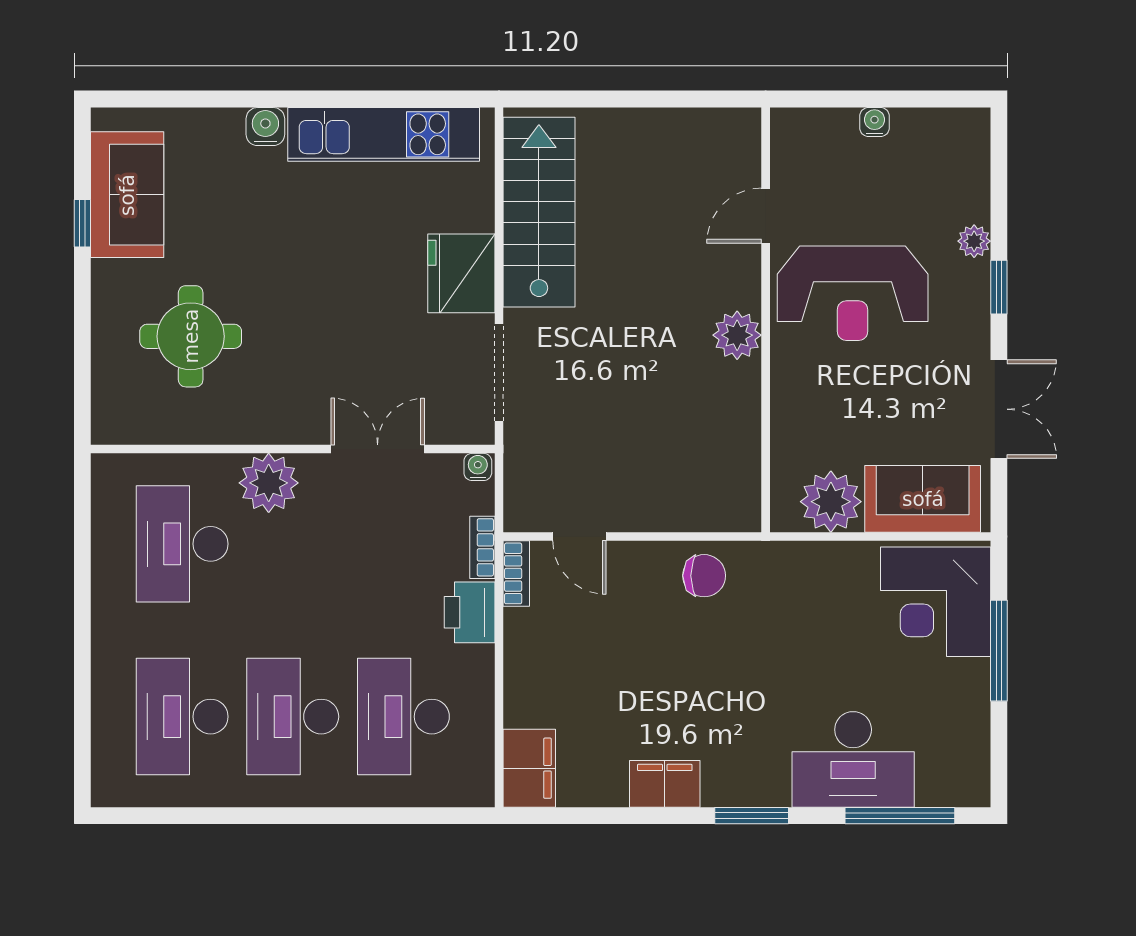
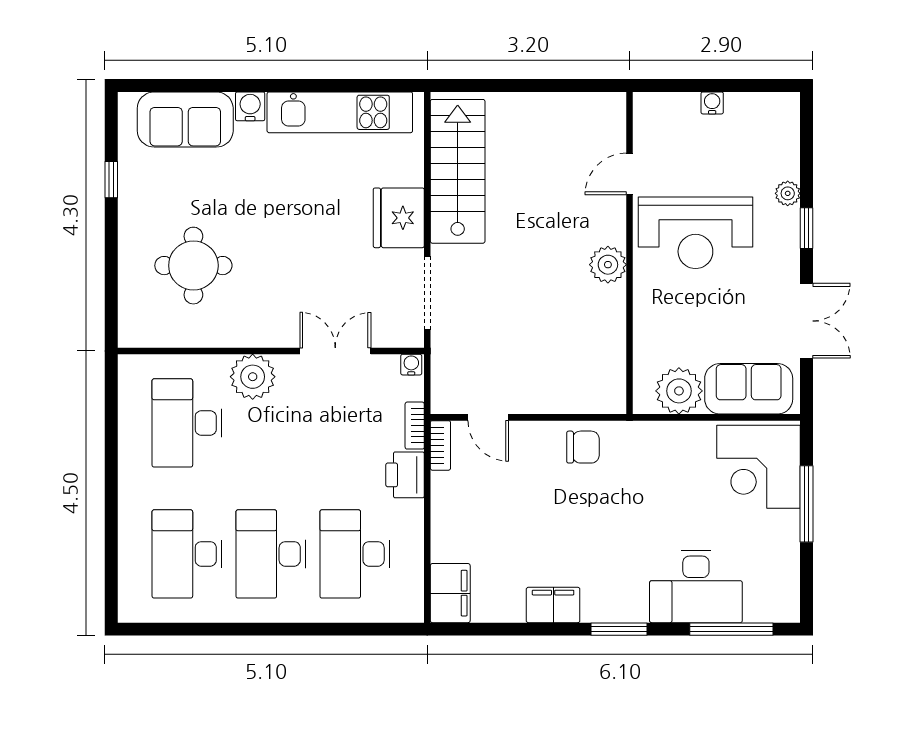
sofa: (127, 195) -> (185, 119), moved, turned 90

